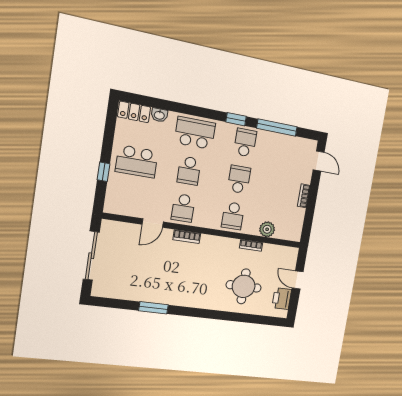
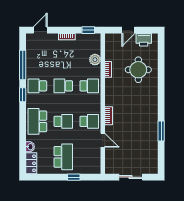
window: (307, 226) -> (88, 30), added
sliding door: (91, 256) -> (131, 177), width x0.73

